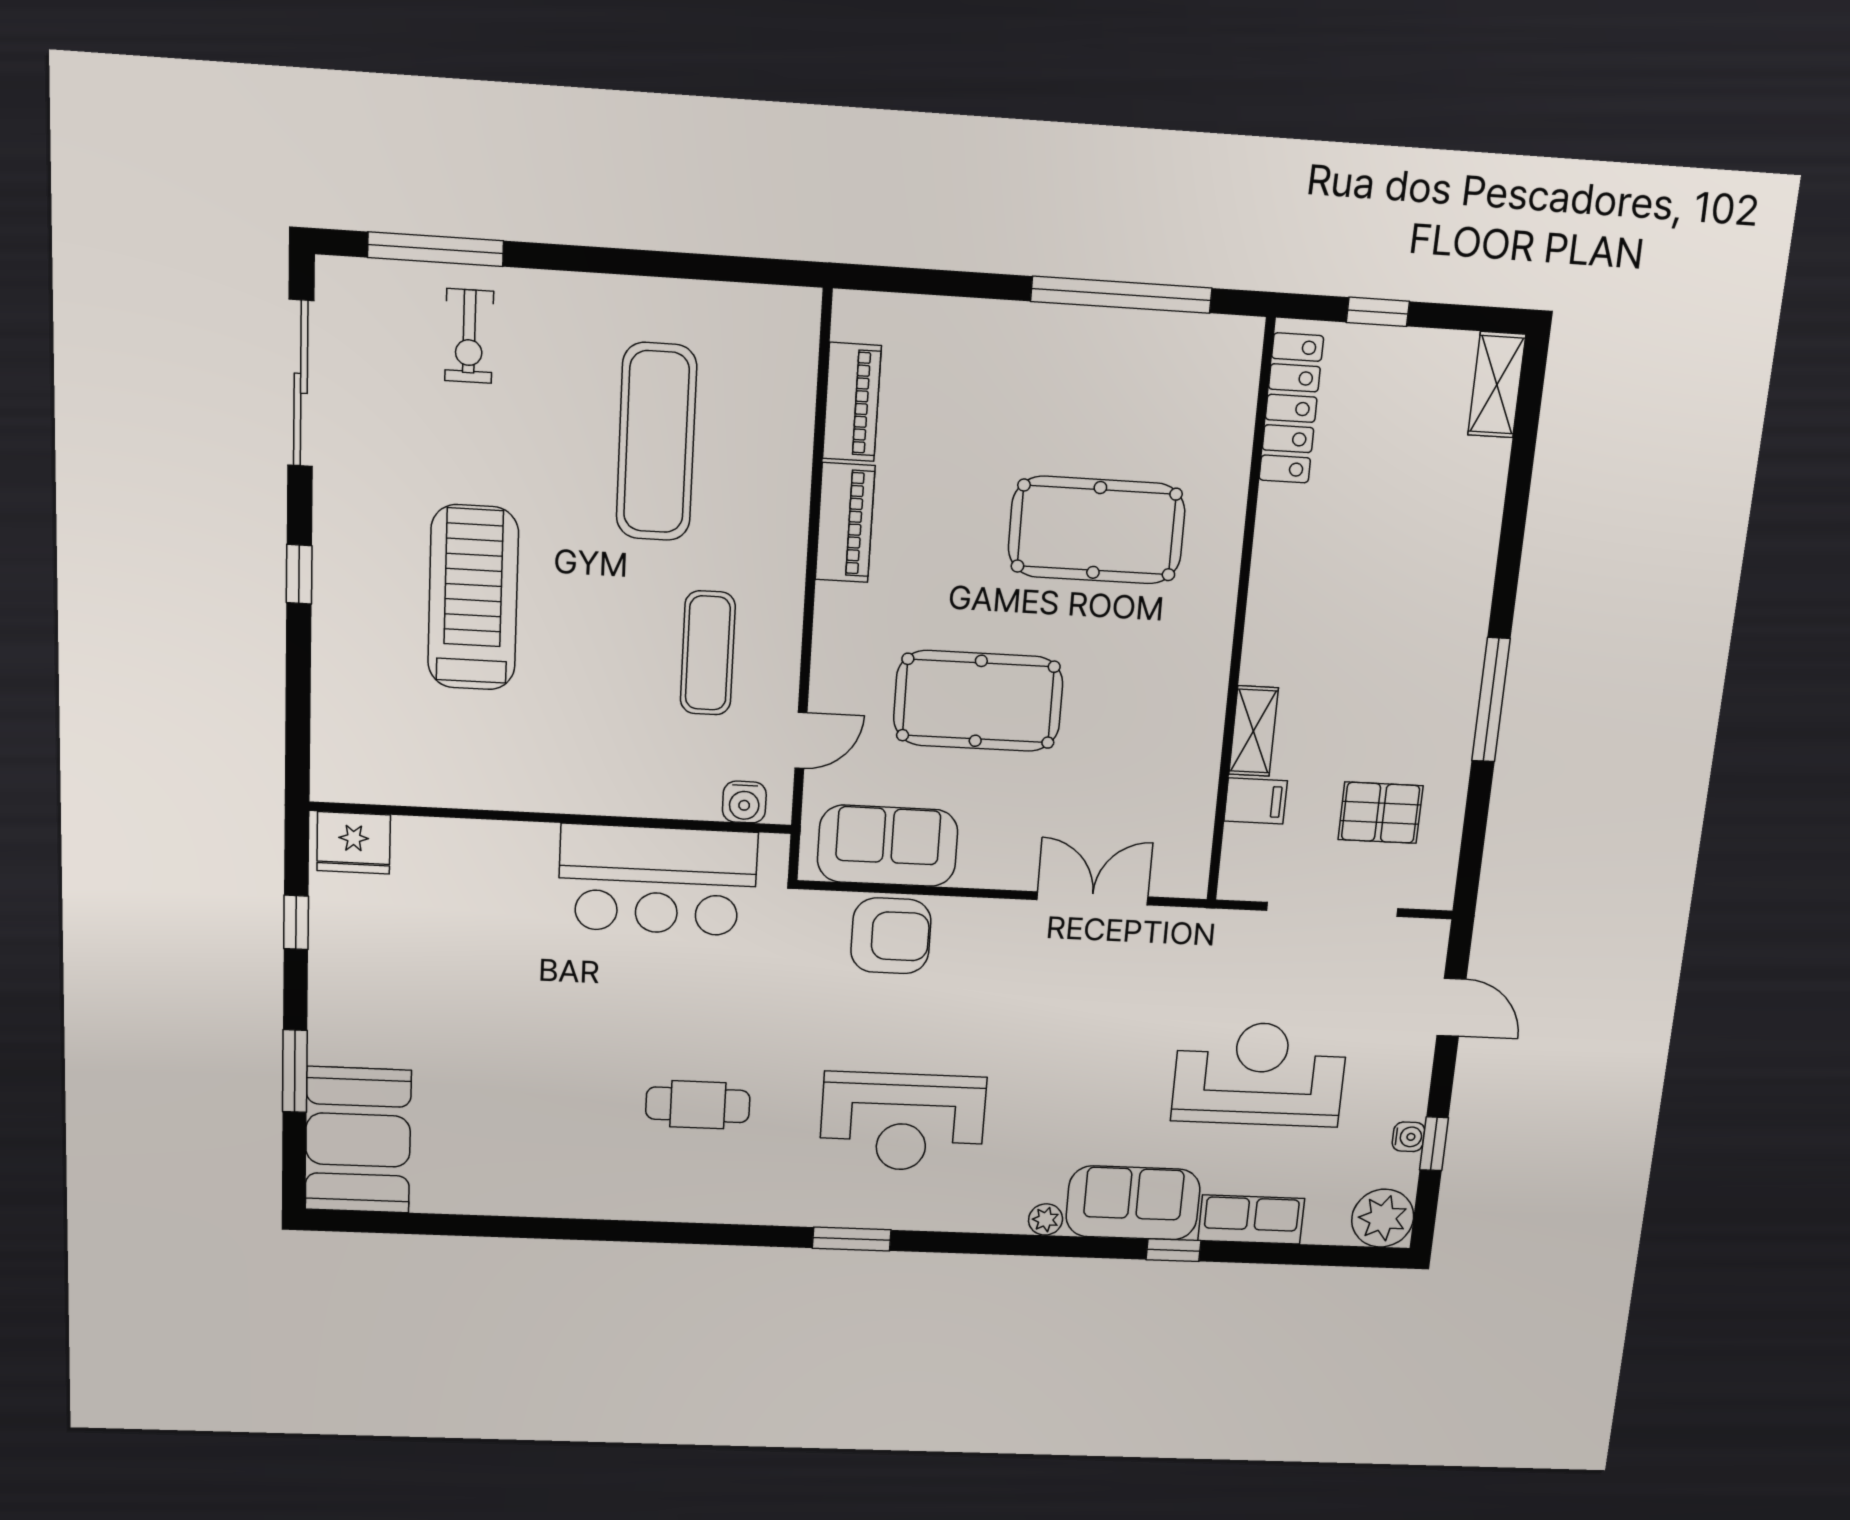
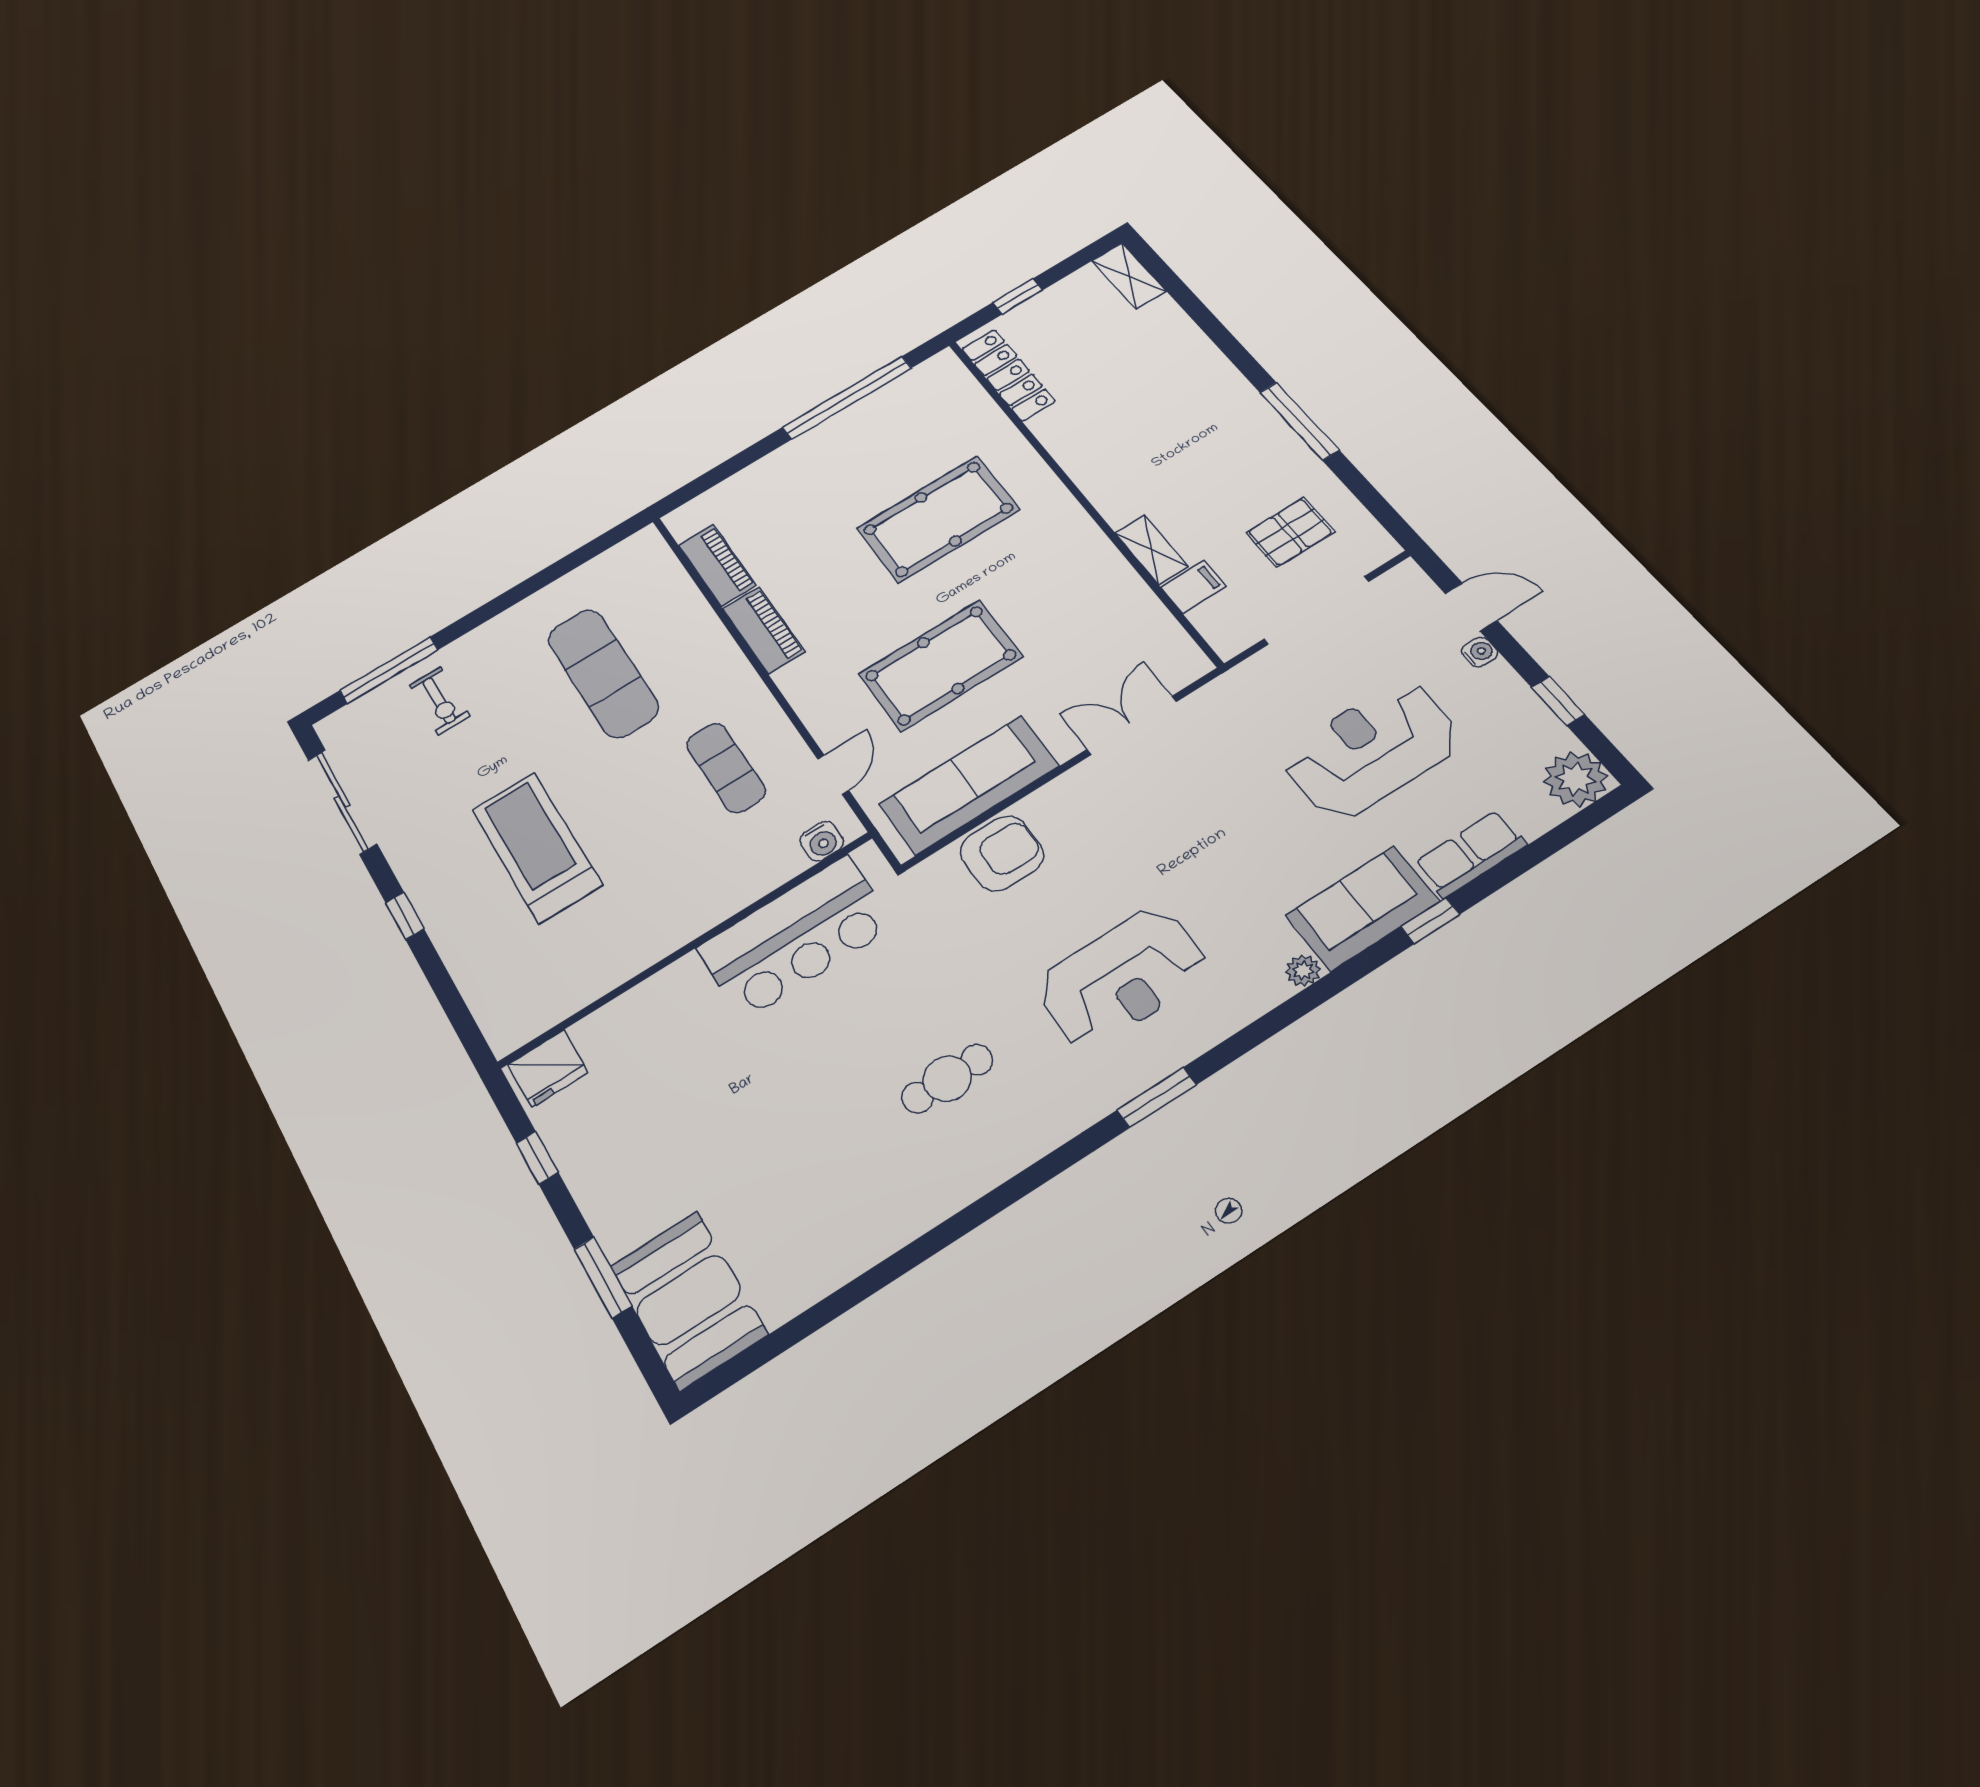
sofa: (888, 846) -> (969, 785), width x1.36
water cooler: (1408, 1137) -> (1480, 652), moved

